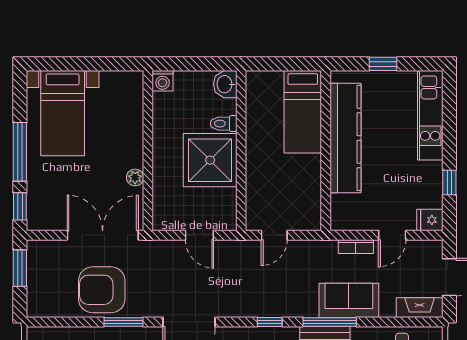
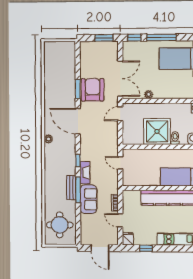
door: (199, 235) -> (120, 114), moved
armchair: (102, 290) -> (93, 90), moved
fireplace: (420, 308) -> (85, 173), moved

